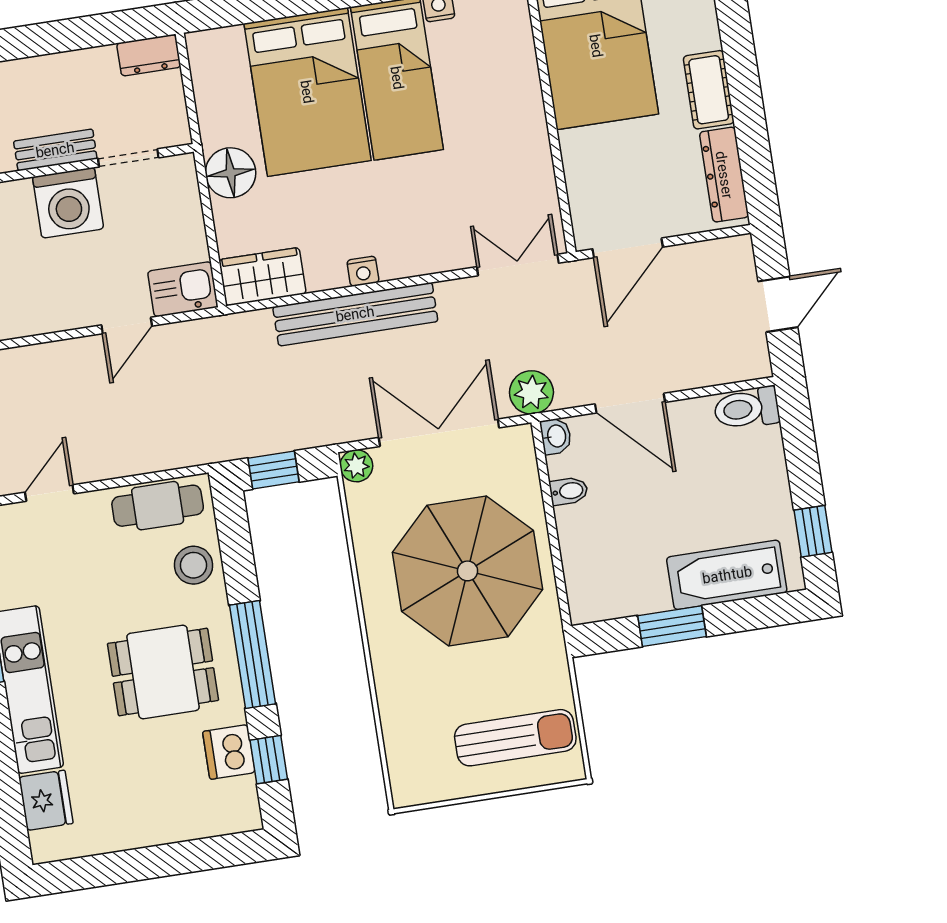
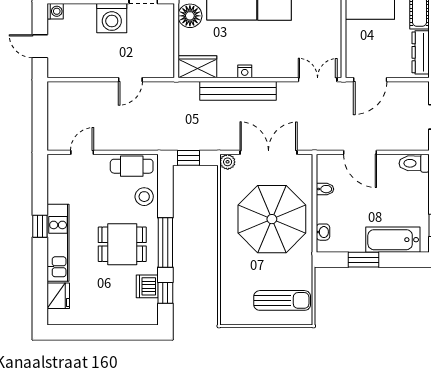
kitchen sink: (183, 289) -> (159, 67), removed
plant: (531, 392) -> (315, 140), removed
washbasin: (556, 436) -> (323, 232), moved

